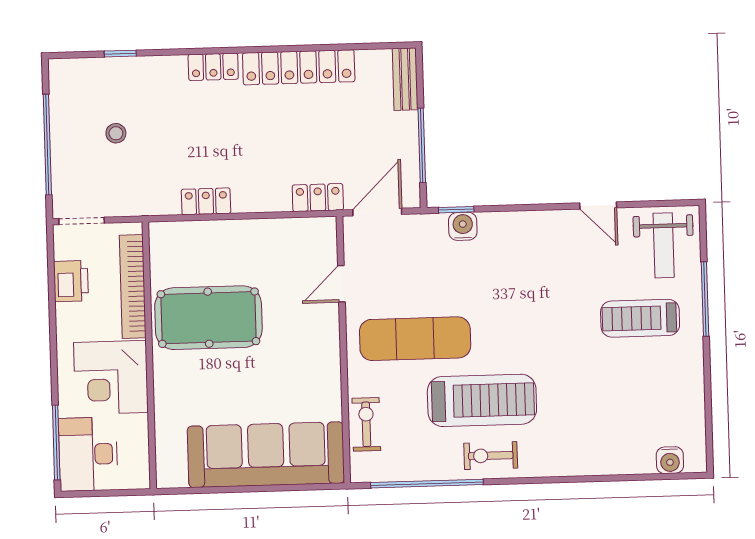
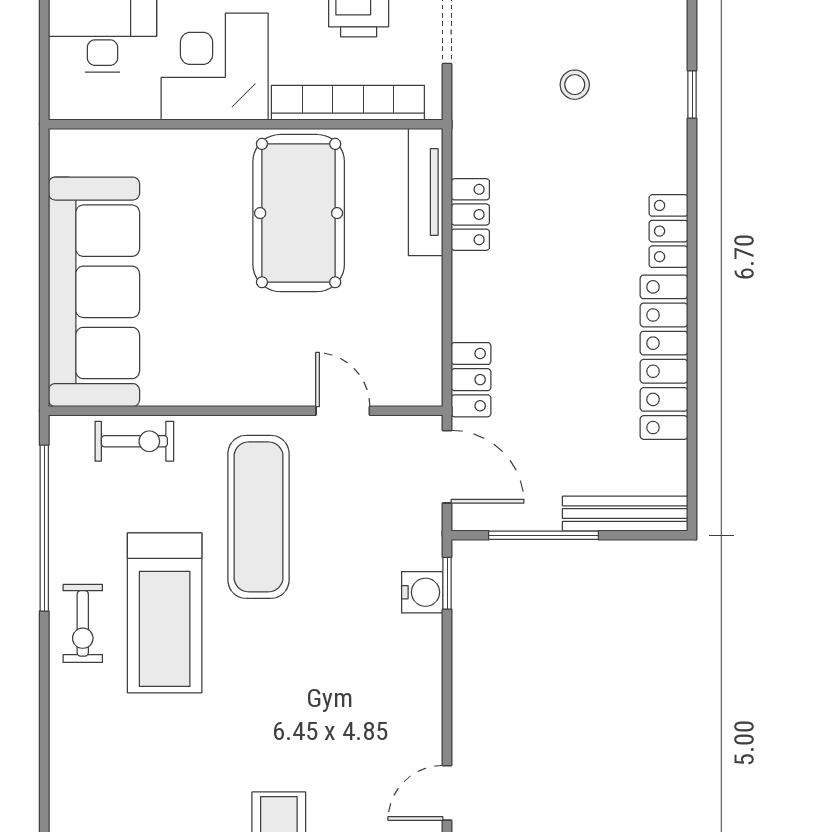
bench: (405, 79) -> (625, 514), width x1.36
tv unit: (192, 232) -> (426, 192), added
exercise bike: (491, 456) -> (83, 623), turned 180

